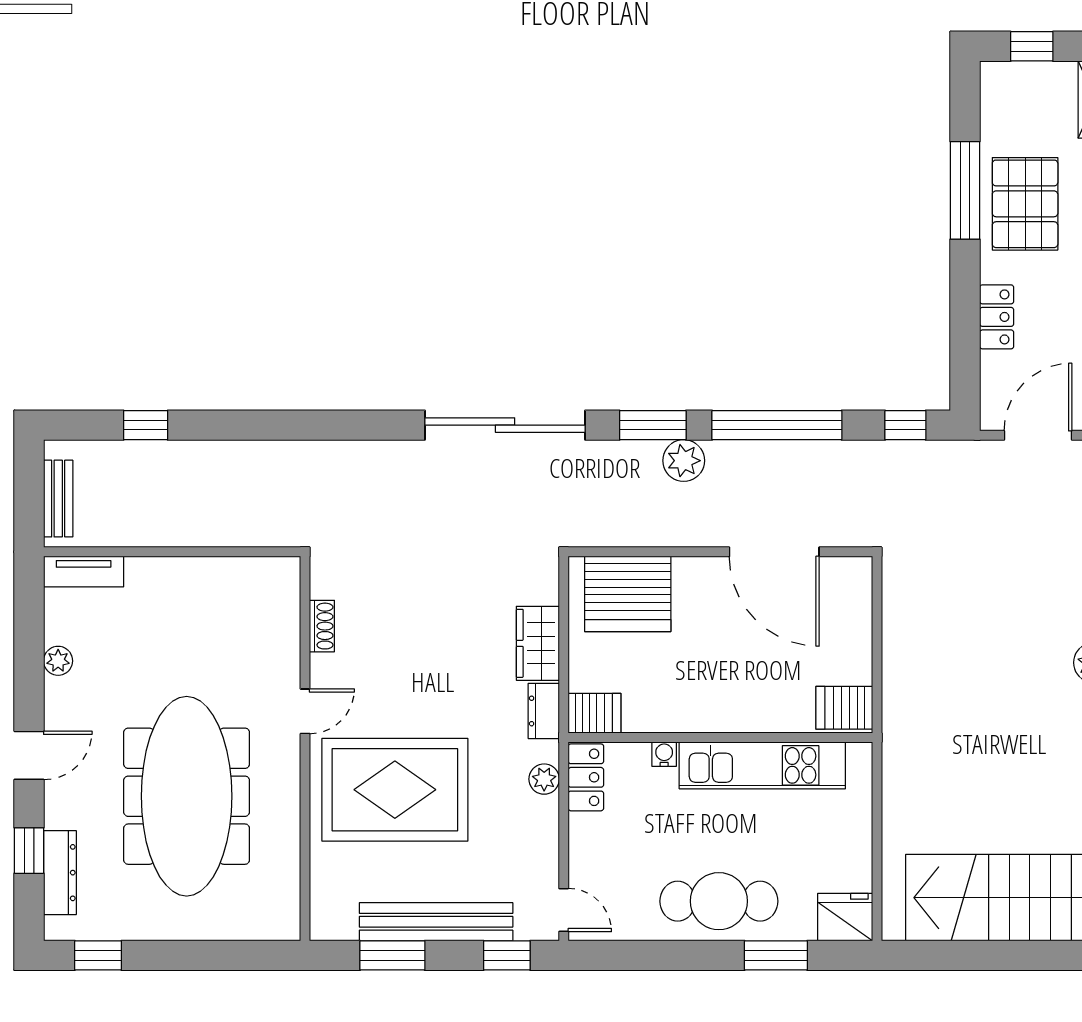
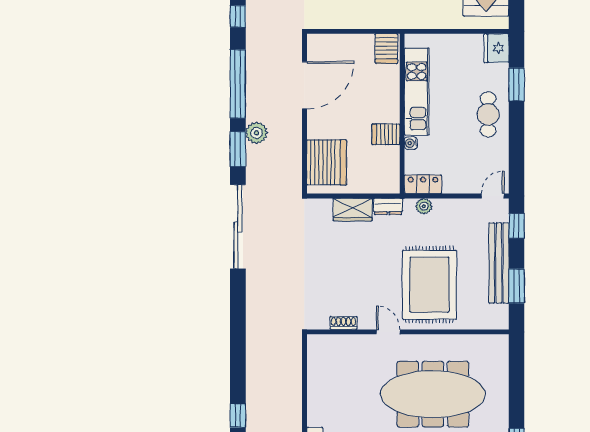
server rack: (594, 713) -> (386, 134), moved, turned -90
cafe table: (719, 901) -> (488, 114), width x0.73, depth x0.74

